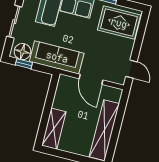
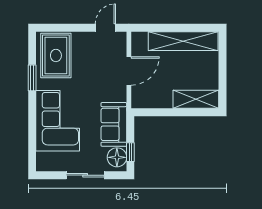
sofa: (57, 57) -> (114, 124), width x0.73

